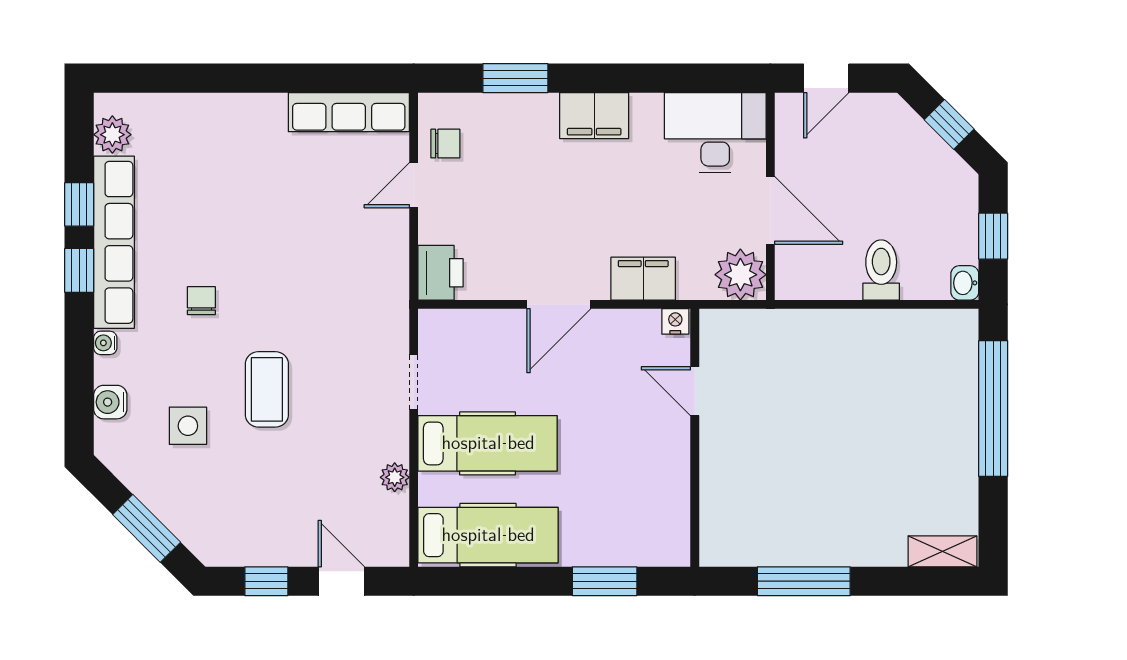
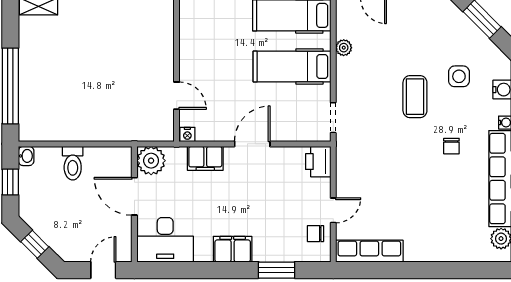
doorway: (414, 382) -> (333, 118), moved

